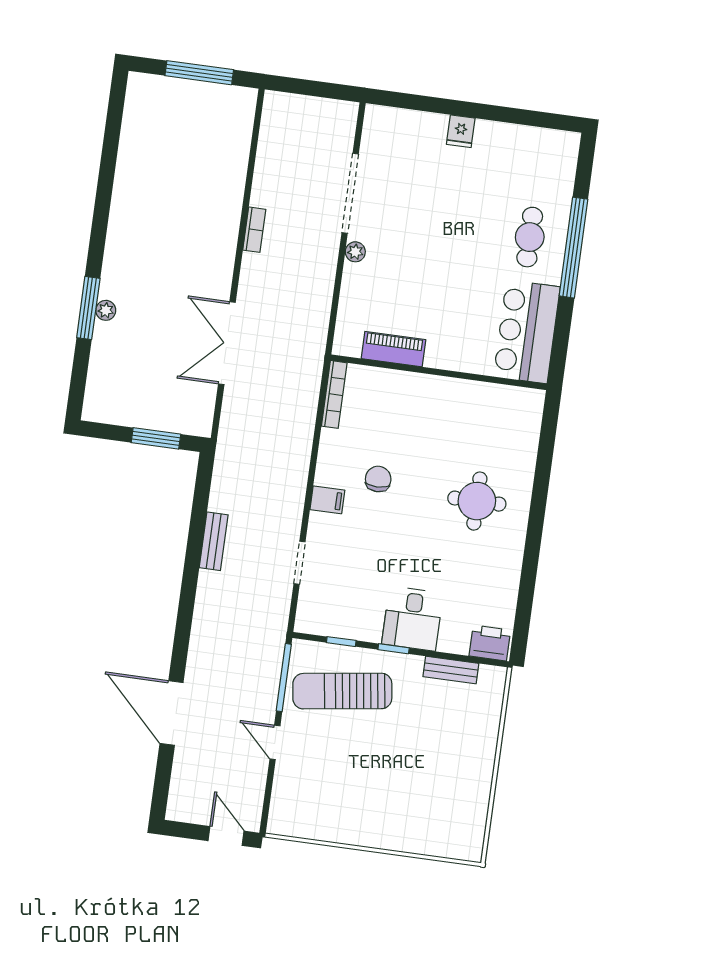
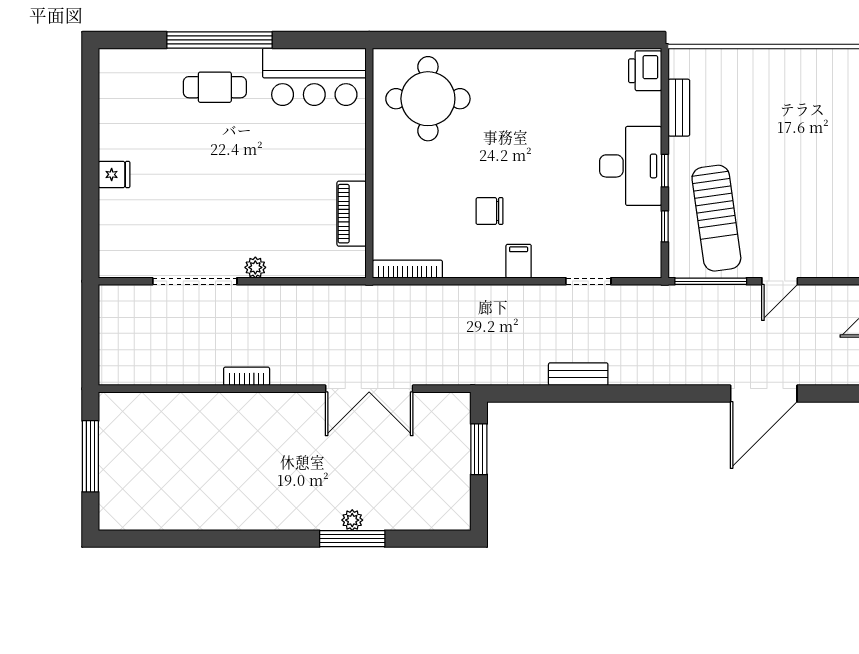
round table: (477, 501) -> (428, 99), moved, width x1.36, depth x1.36
desk: (412, 619) -> (631, 166), width x1.37

